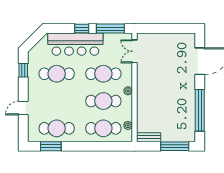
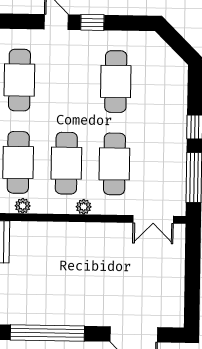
bar counter: (75, 44) -> (167, 115), removed
double door: (134, 51) -> (153, 219), swing flipped
window: (23, 70) -> (92, 22), moved

